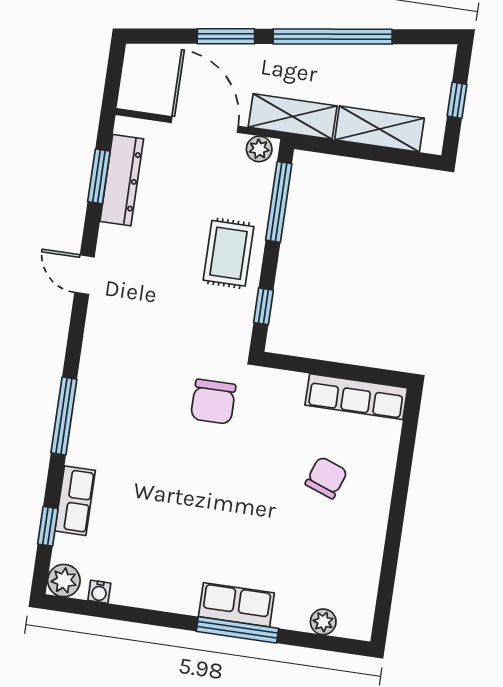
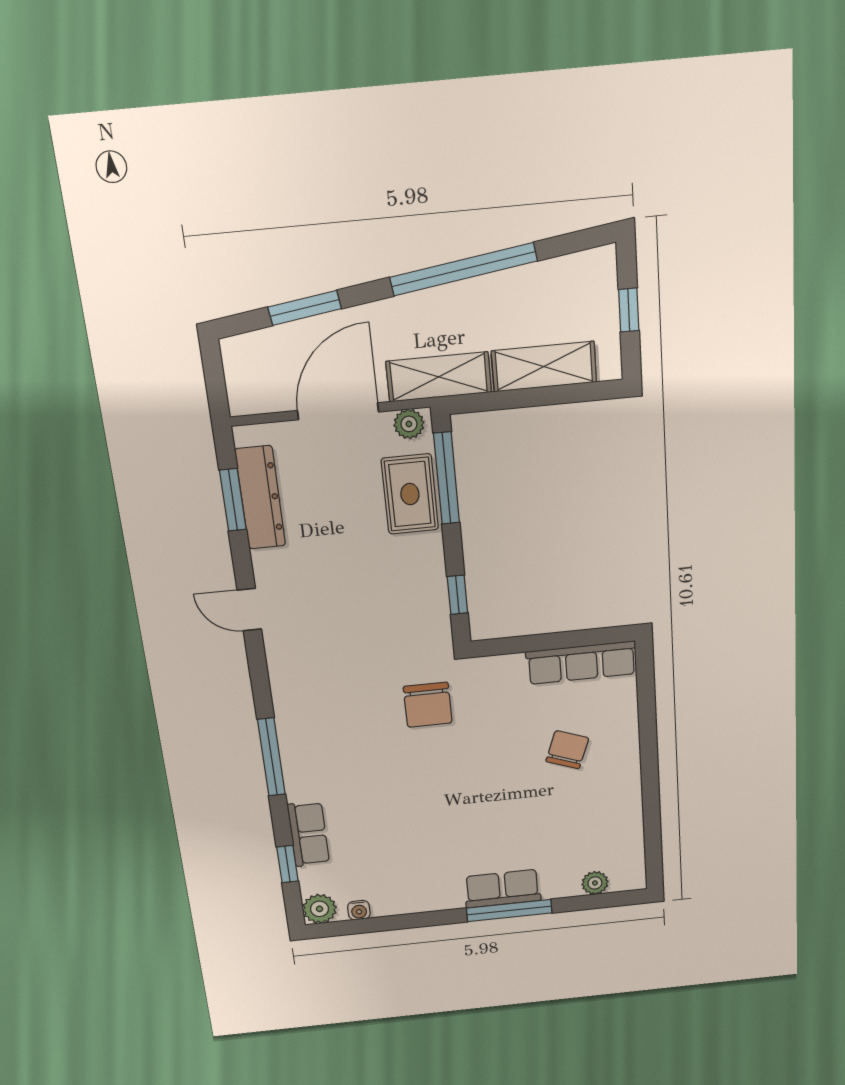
window: (226, 36) -> (305, 308), moved
door: (205, 124) -> (338, 411), hinge flipped
rug: (228, 253) -> (410, 494), moved

